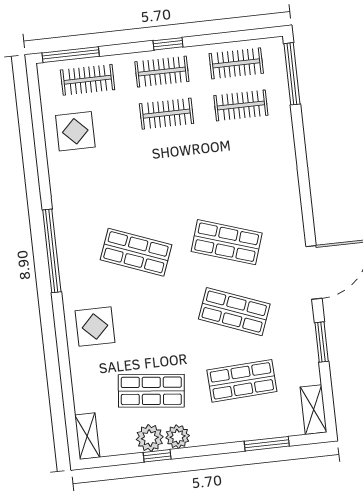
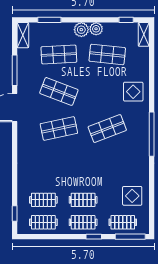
window: (168, 44) -> (94, 237), moved
window: (292, 74) -> (15, 214), width x0.46
shop shelf: (227, 242) -> (59, 129), turned -30
shop shelf: (136, 252) -> (107, 129), turned -42
window: (322, 342) -> (15, 70), width x1.44
plant: (150, 438) -> (81, 30), moved
window: (157, 456) -> (126, 20), moved

